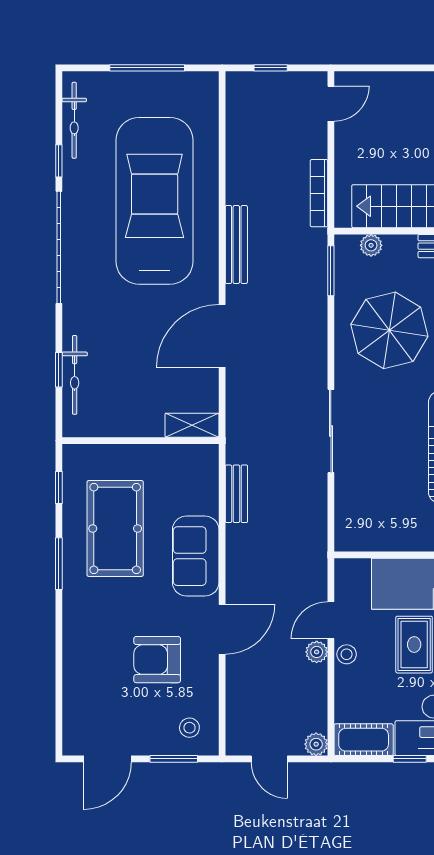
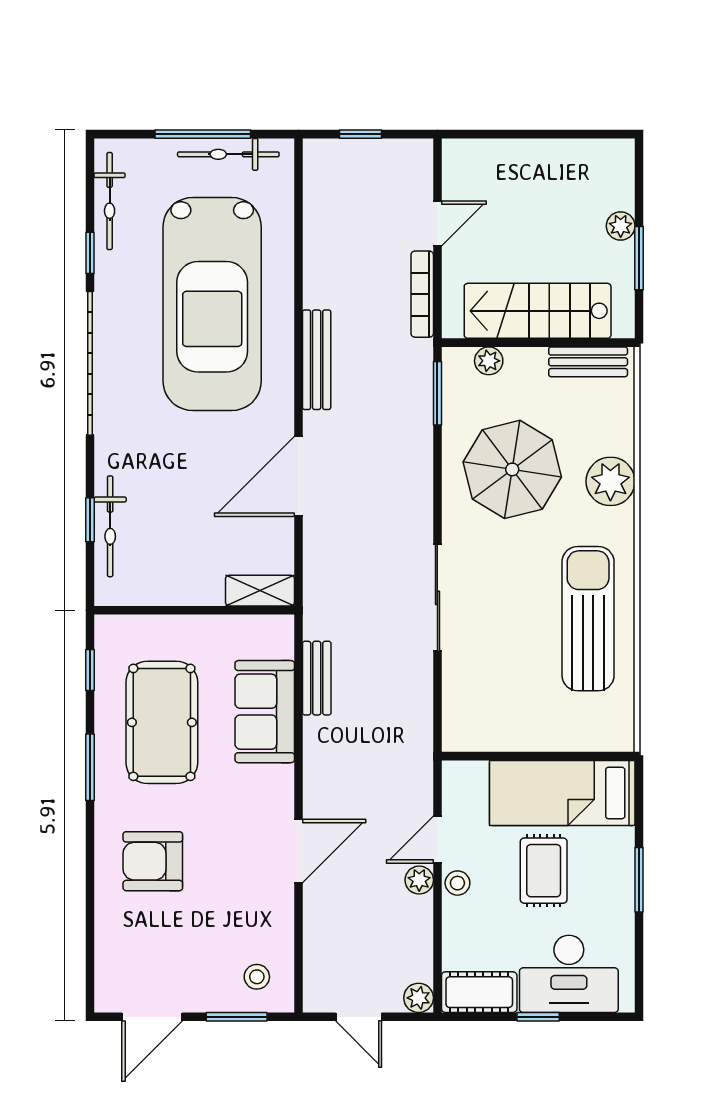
bicycle: (167, 84) -> (228, 154), added
door: (331, 104) -> (437, 223), moved
car: (155, 201) -> (212, 304), turned 180
sofa: (196, 556) -> (265, 712), moved
armchair: (157, 660) -> (153, 861), moved

